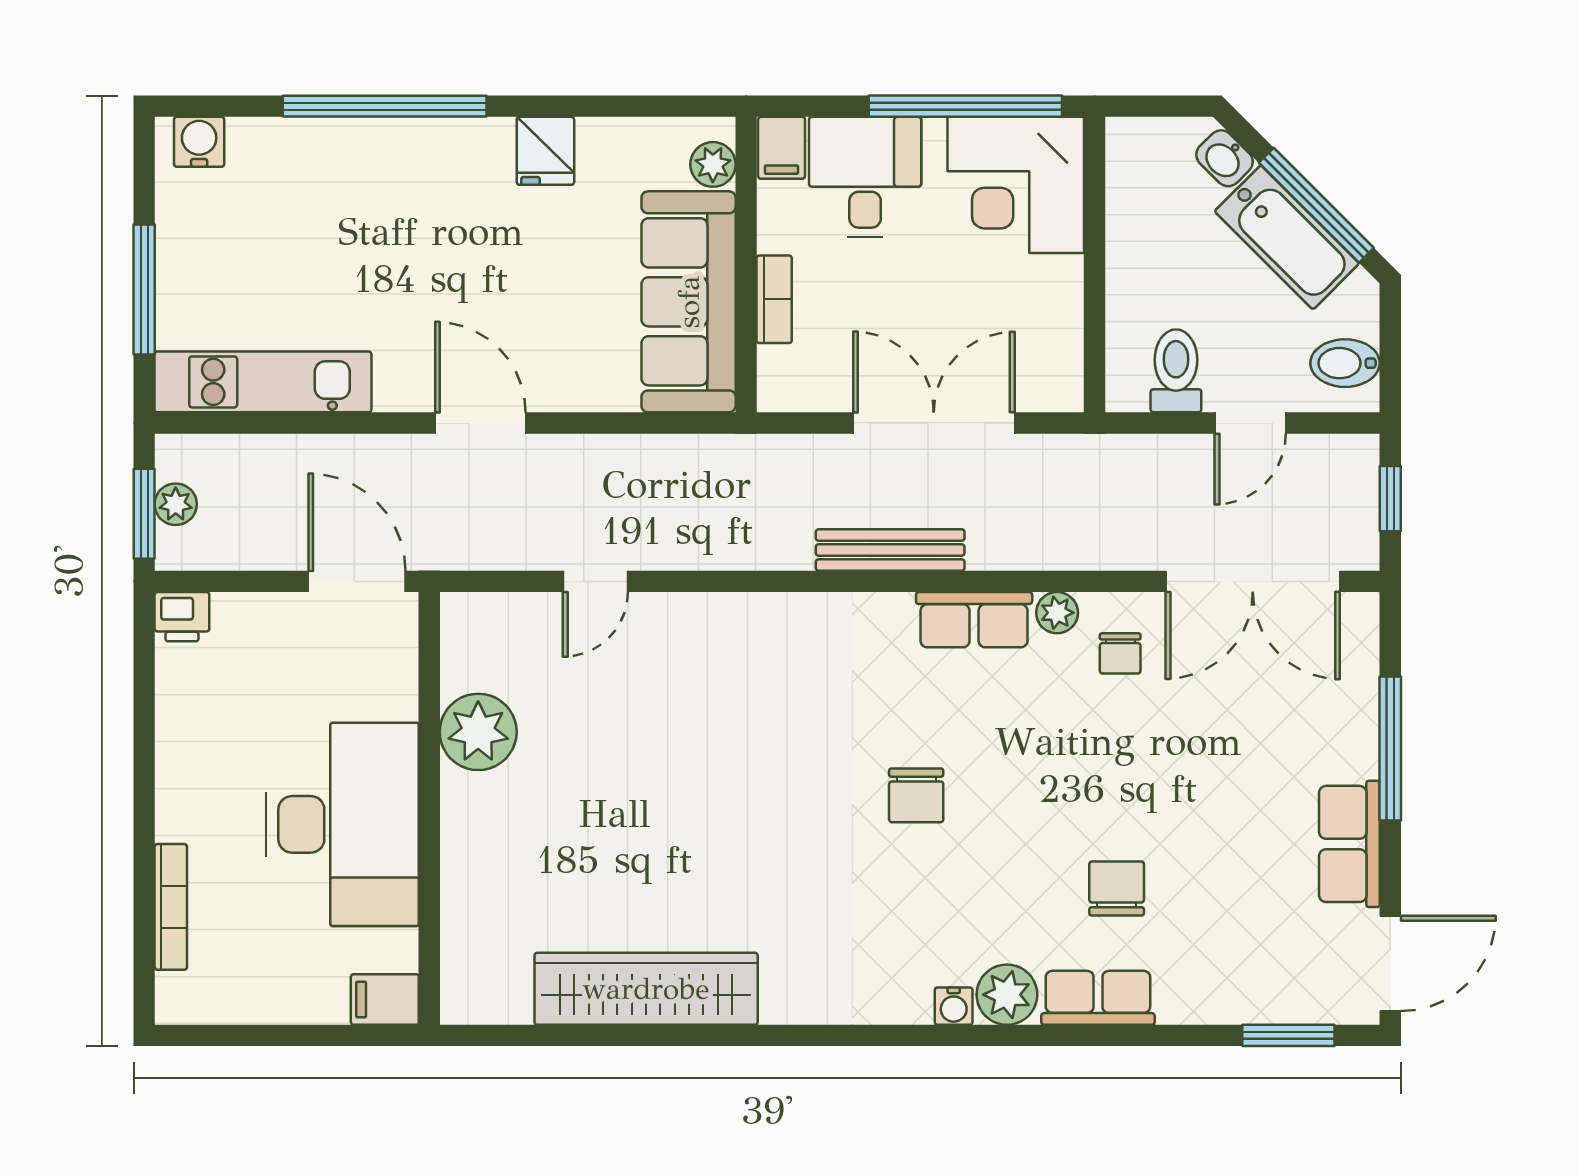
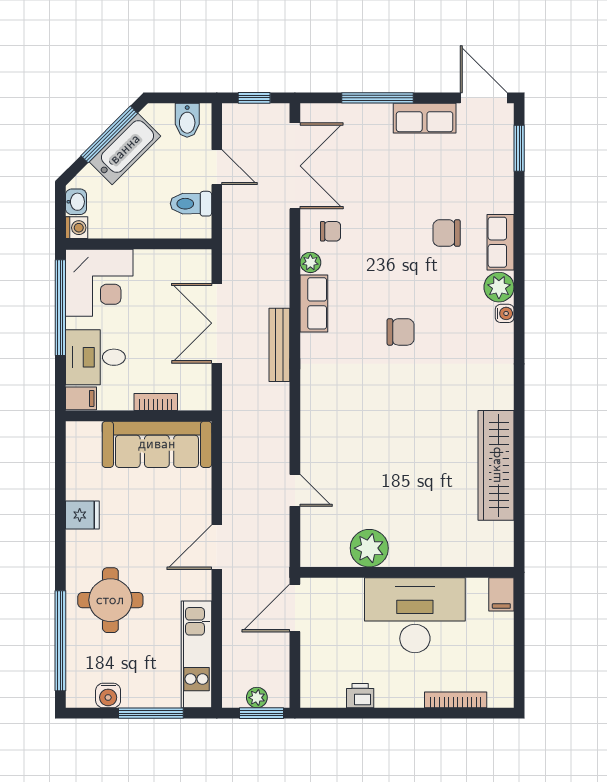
window: (385, 106) -> (60, 641), moved
washing machine: (1127, 139) -> (77, 228), added
water cooler: (199, 142) -> (108, 696), moved, turned -90
washbasin: (1225, 158) -> (76, 202), moved, turned -45
plant: (713, 164) -> (89, 432), removed
round table: (373, 208) -> (110, 600), added
printer: (182, 617) -> (360, 696), moved, turned -90

